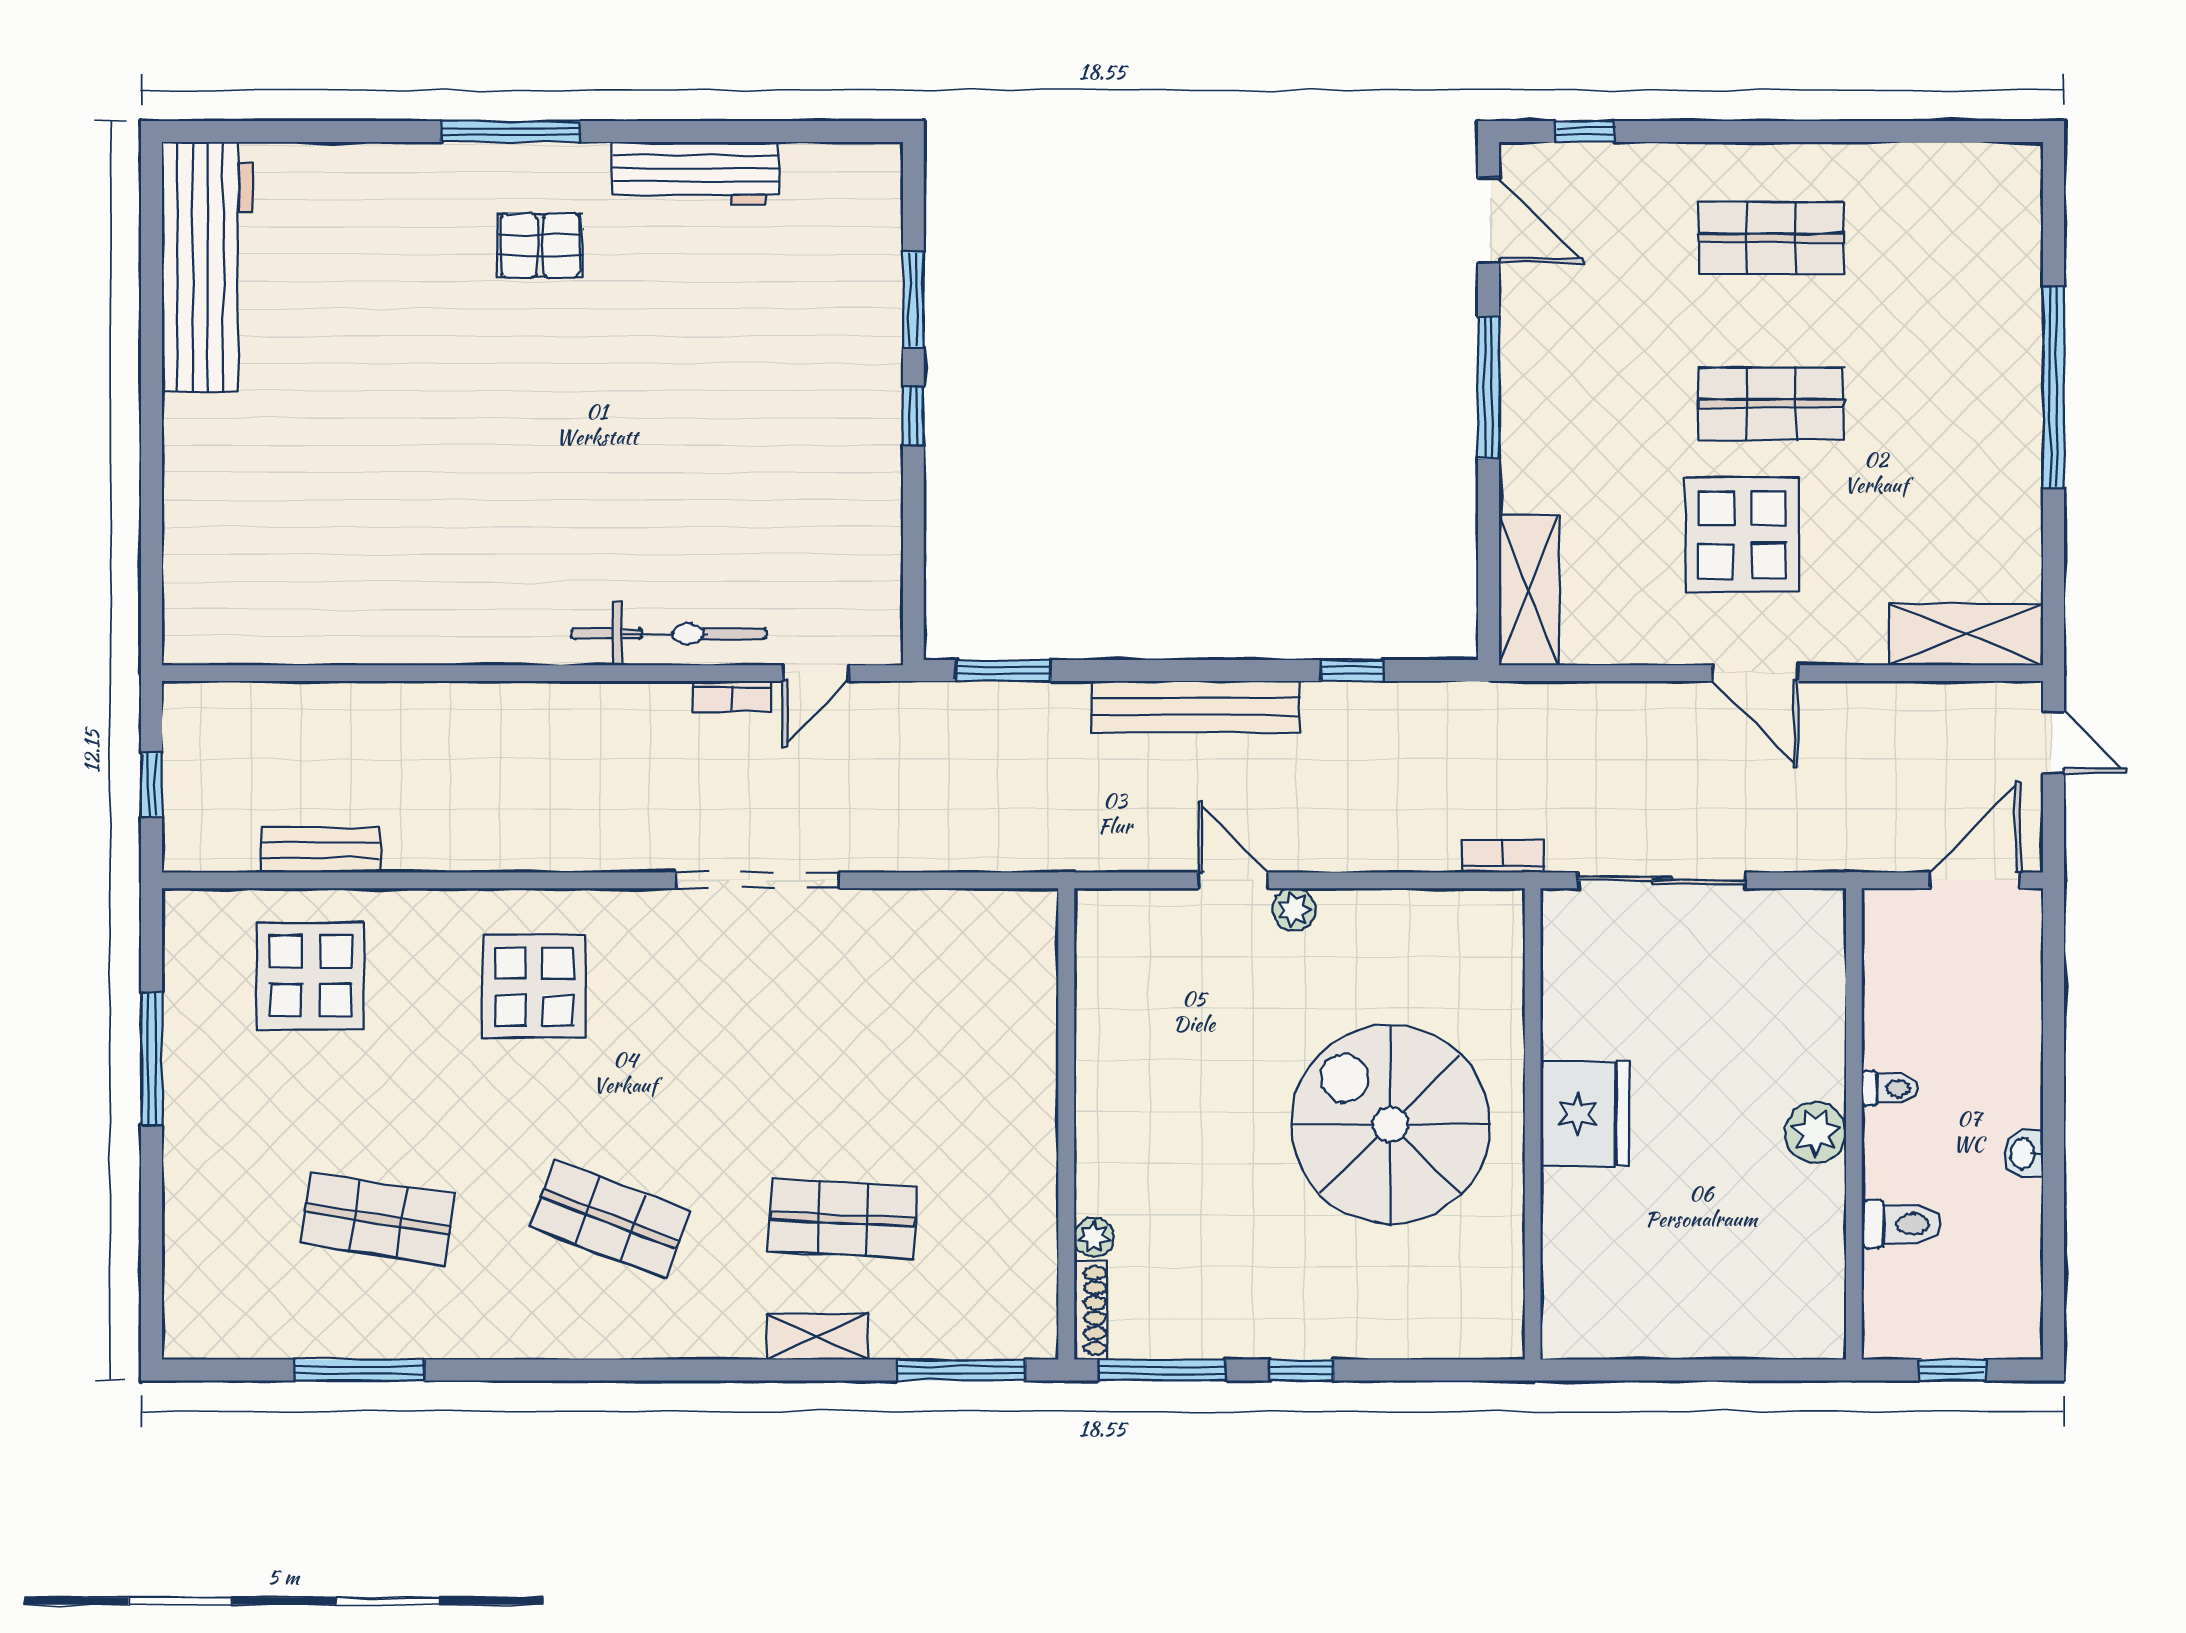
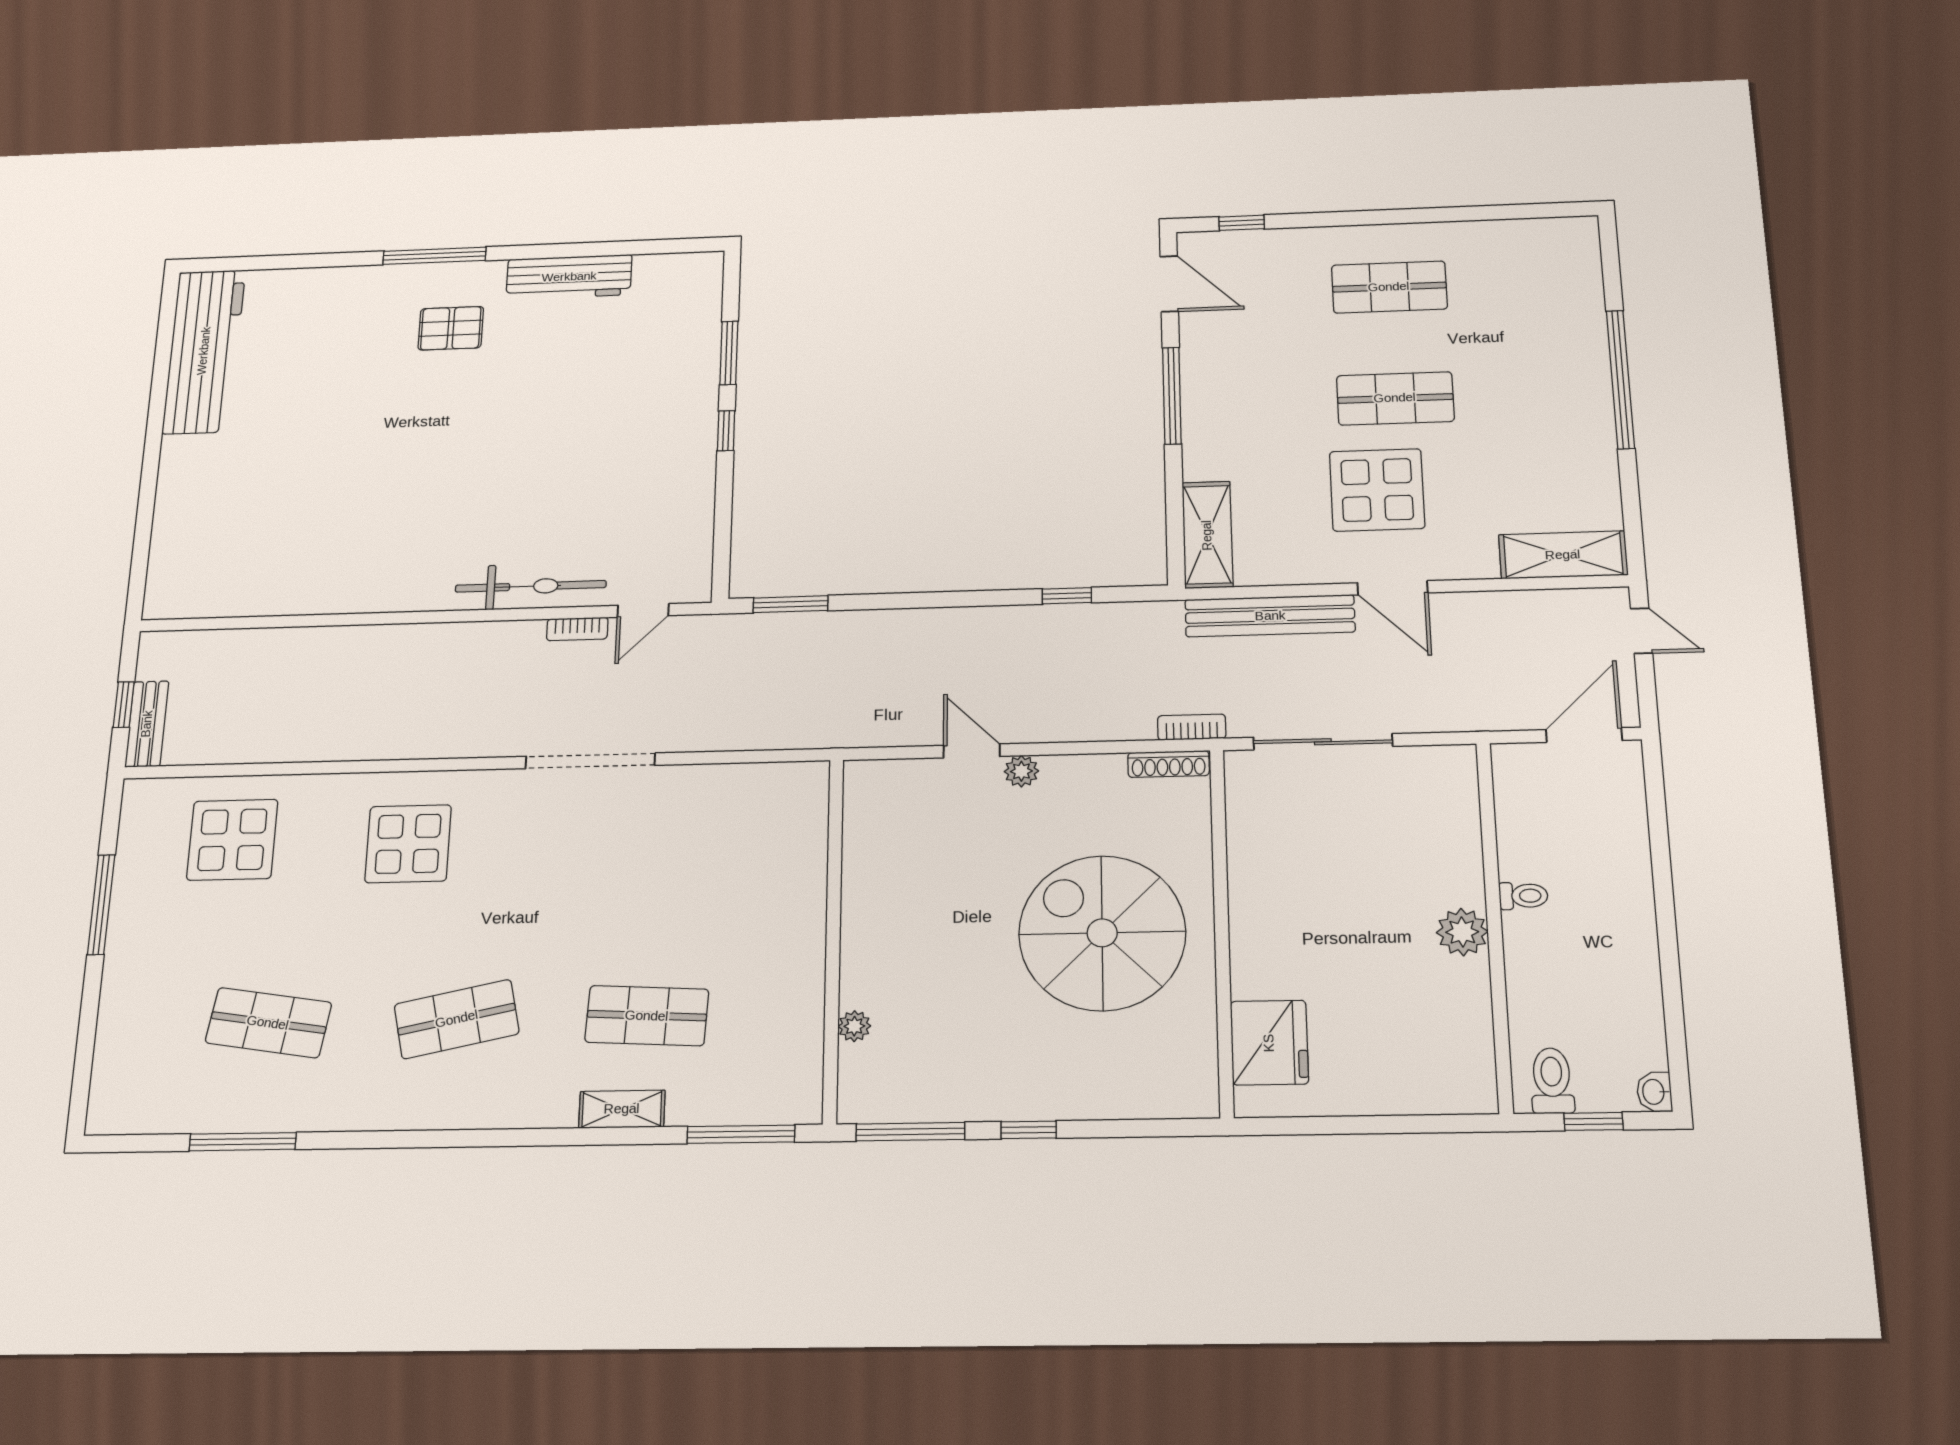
bench: (1196, 707) -> (1270, 616), moved
bench: (321, 850) -> (147, 724), moved, turned 90
fridge: (1585, 1114) -> (1269, 1043), moved
washbasin: (2024, 1154) -> (1654, 1092), moved
shop shelf: (610, 1219) -> (457, 1019), turned -33
toilet: (1902, 1224) -> (1552, 1081), moved, turned -90
shoe rack: (1091, 1310) -> (1169, 764), moved, turned 90

